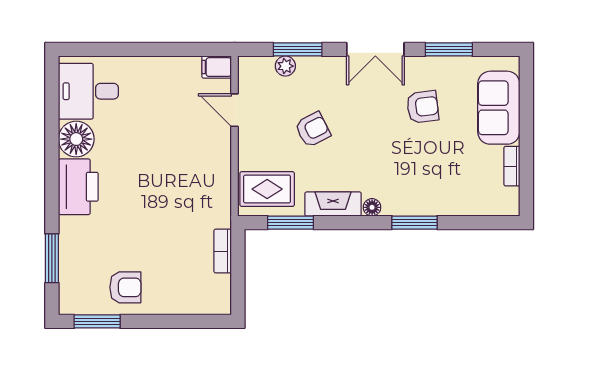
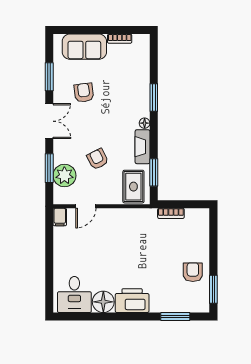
plant: (285, 66) -> (64, 176), width x1.88, depth x1.88

